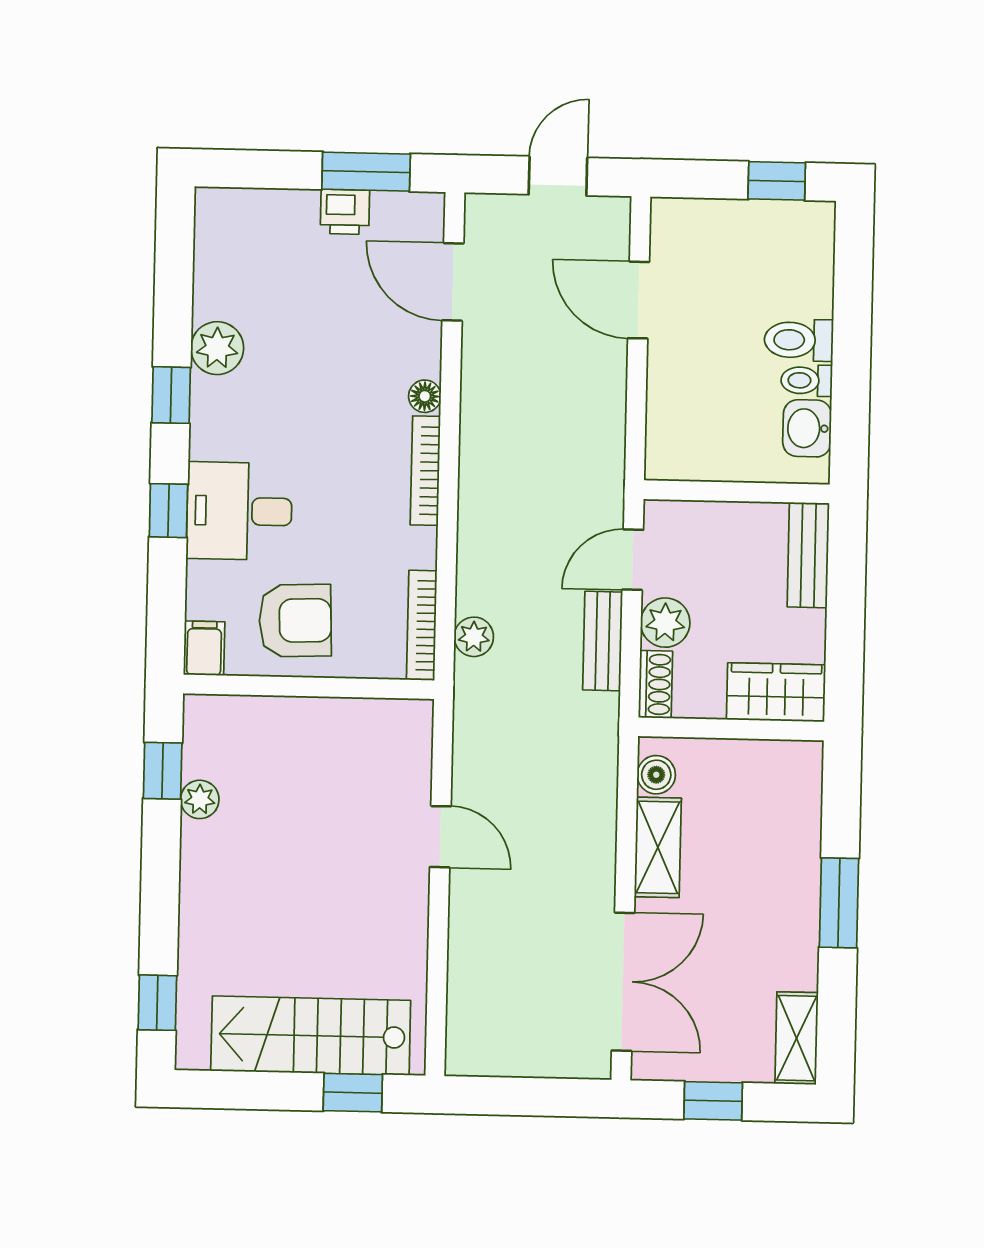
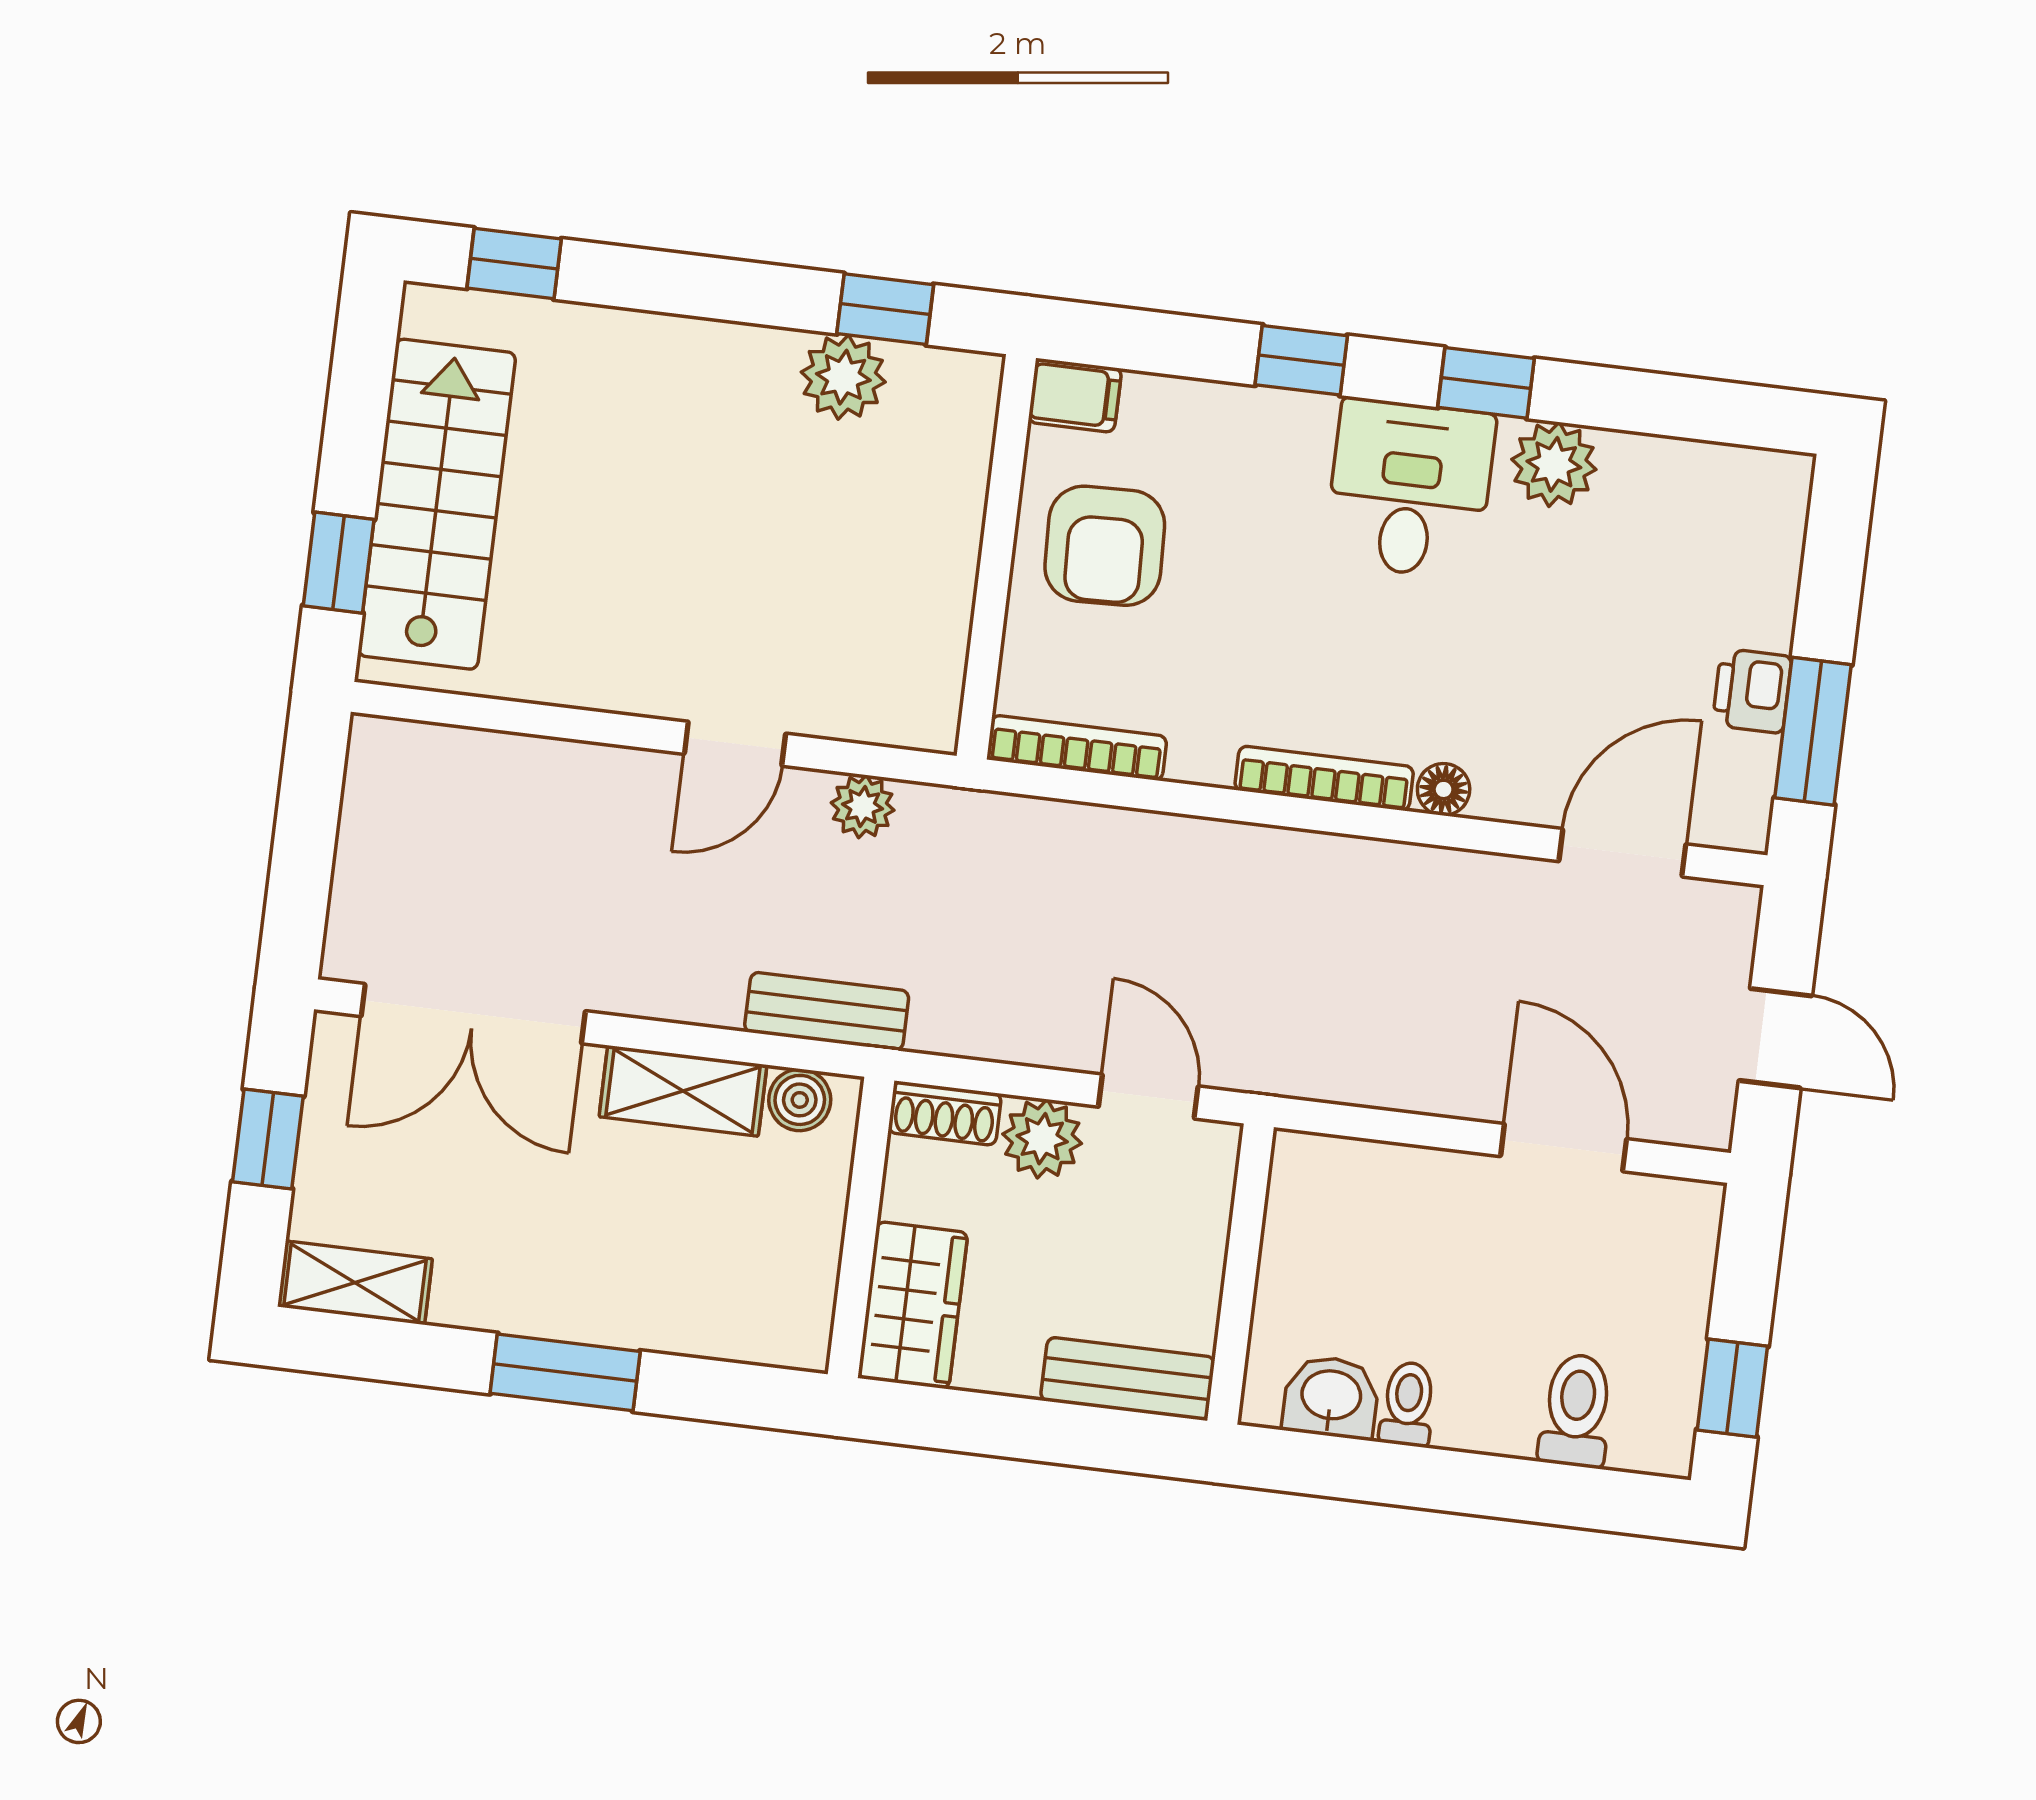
door: (639, 300) -> (1564, 1148), hinge flipped
toilet: (799, 340) -> (1576, 1411), moved
desk: (239, 511) -> (1410, 489), moved
plant: (474, 637) -> (863, 806), moved
bench: (603, 641) -> (827, 1011), moved
plant: (200, 799) -> (843, 377), width x1.38, depth x1.38

